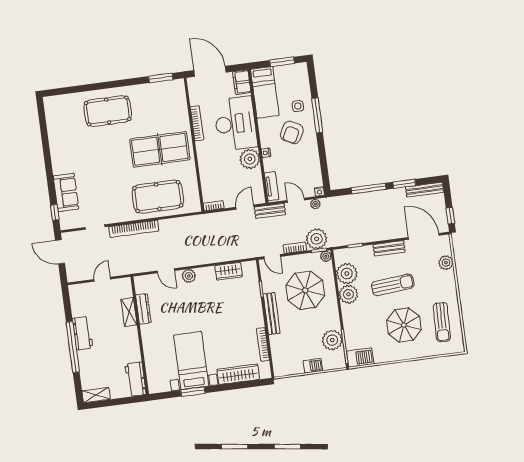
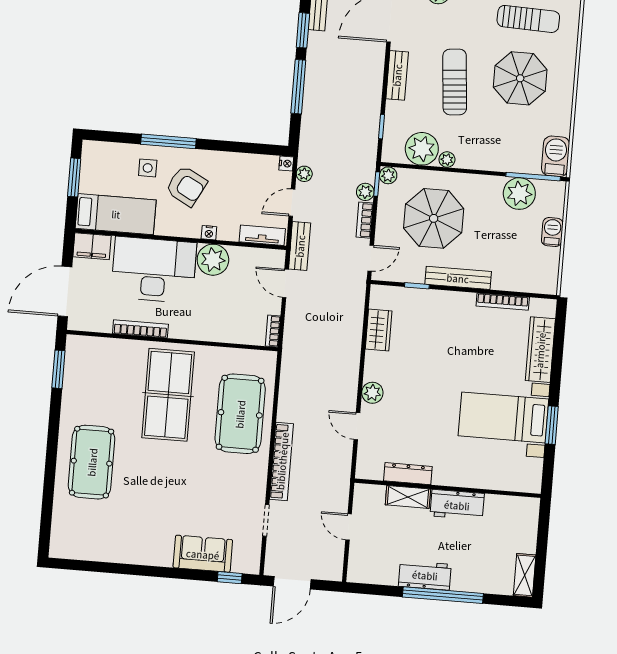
plant: (317, 239) -> (365, 192), width x0.53, depth x0.53
door: (166, 271) -> (357, 426), swing flipped
plant: (348, 294) -> (447, 160), width x0.53, depth x0.53
workbench: (136, 379) -> (457, 505), moved

